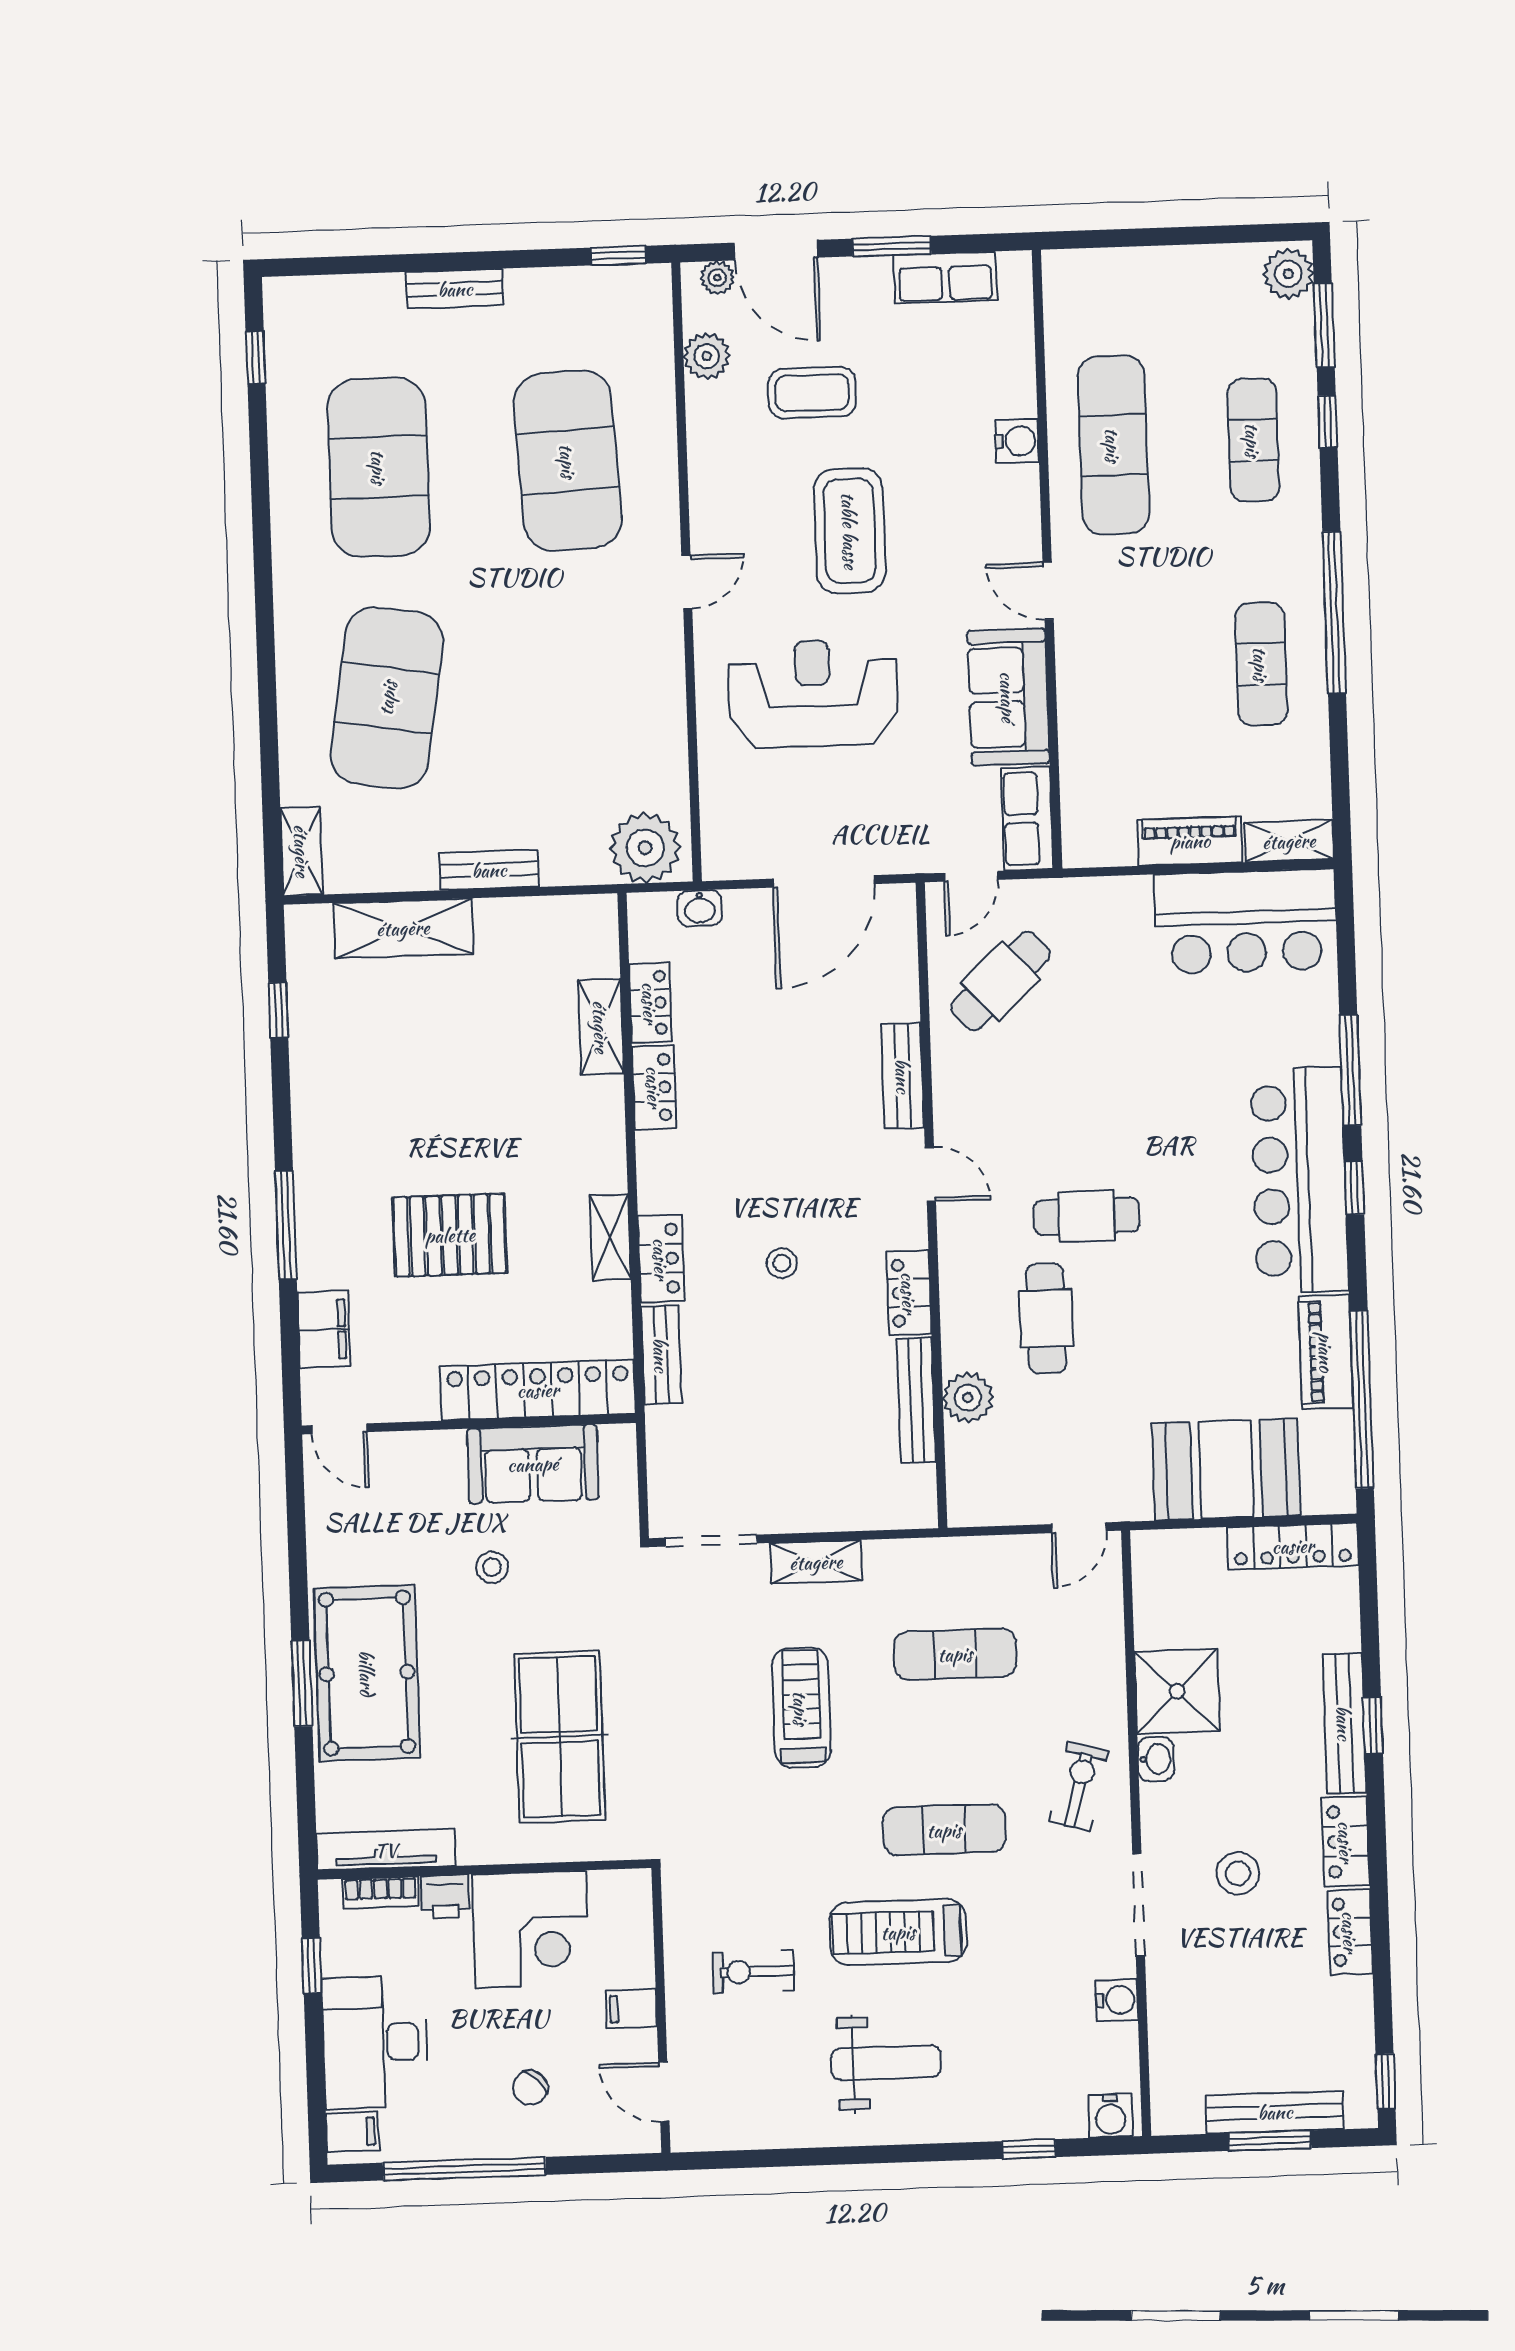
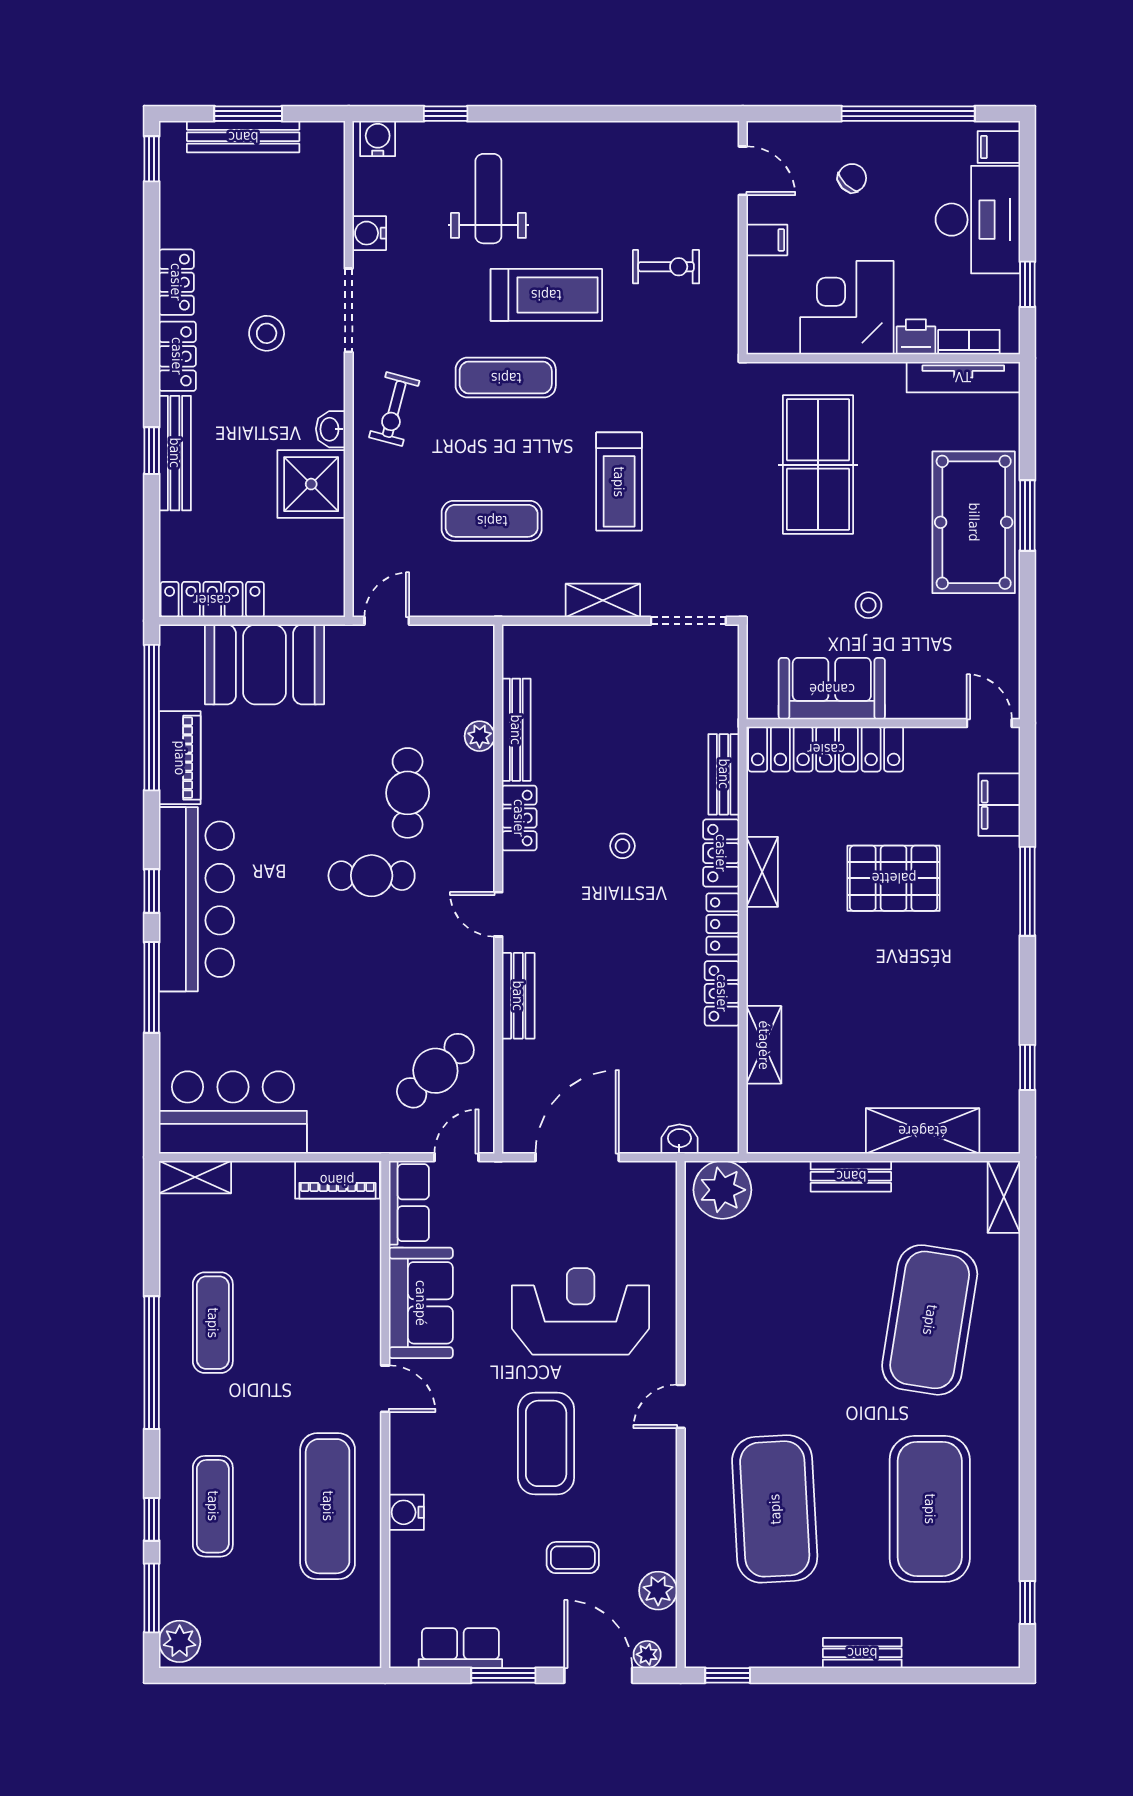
coffee table: (812, 393) -> (573, 1558), width x0.73, depth x0.77
reception desk: (813, 693) -> (581, 1311), turned 180
piano: (1190, 841) -> (337, 1180), moved
locker: (650, 1003) -> (723, 924), moved
plant: (968, 1398) -> (480, 736), width x0.73, depth x0.73
weight bench: (886, 2063) -> (488, 199), moved, turned 90

